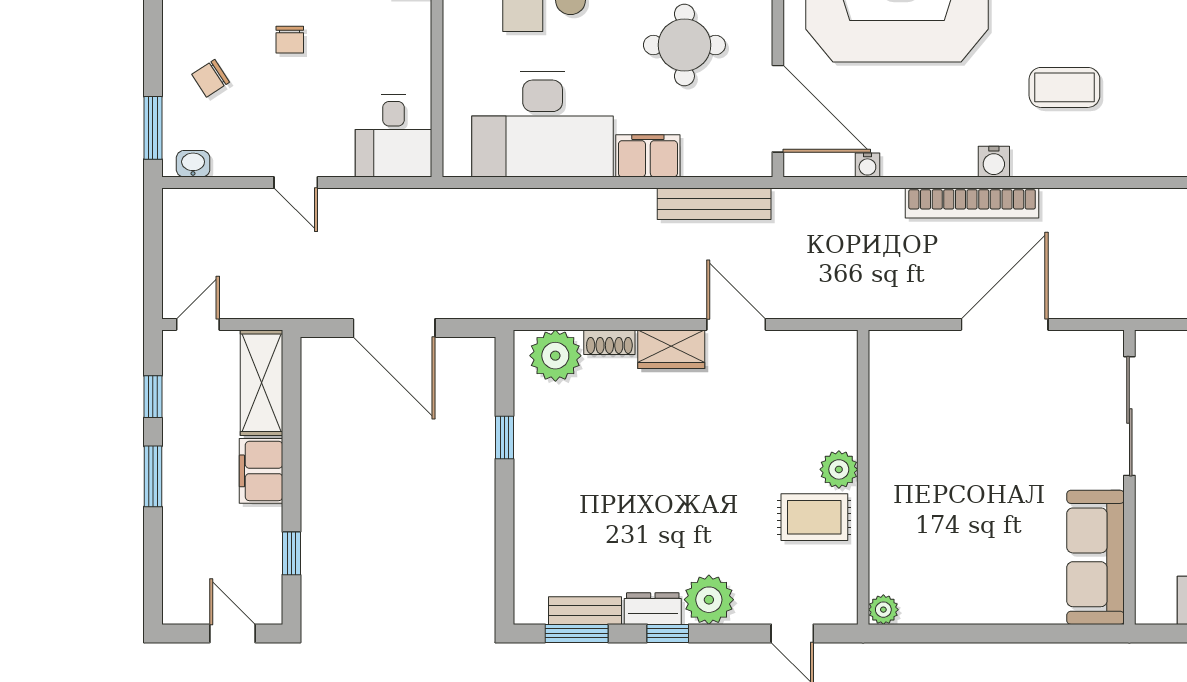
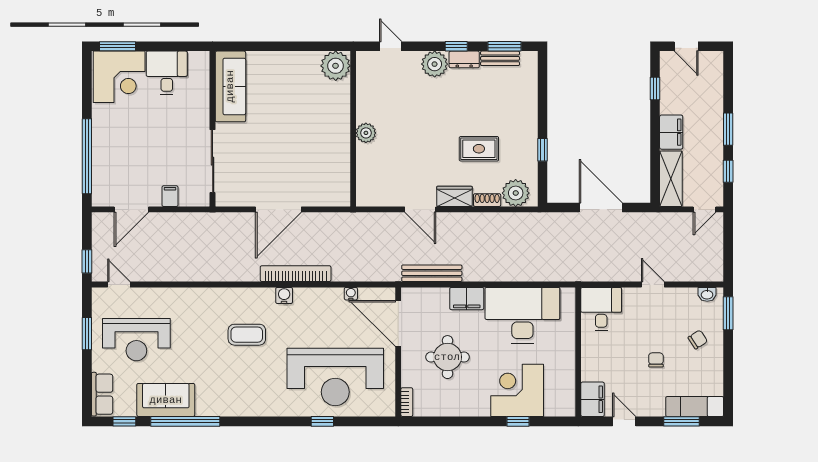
rug: (814, 517) -> (479, 149), moved
plant: (883, 610) -> (336, 66), width x1.87, depth x1.87

